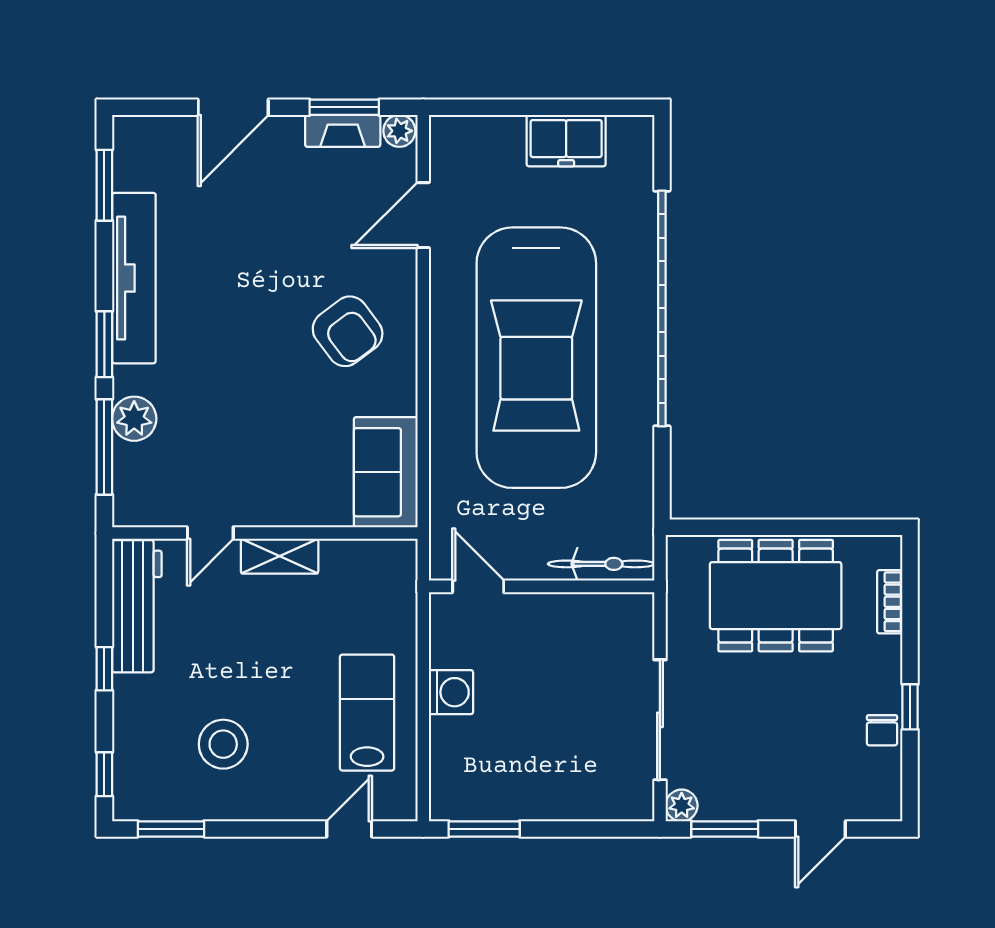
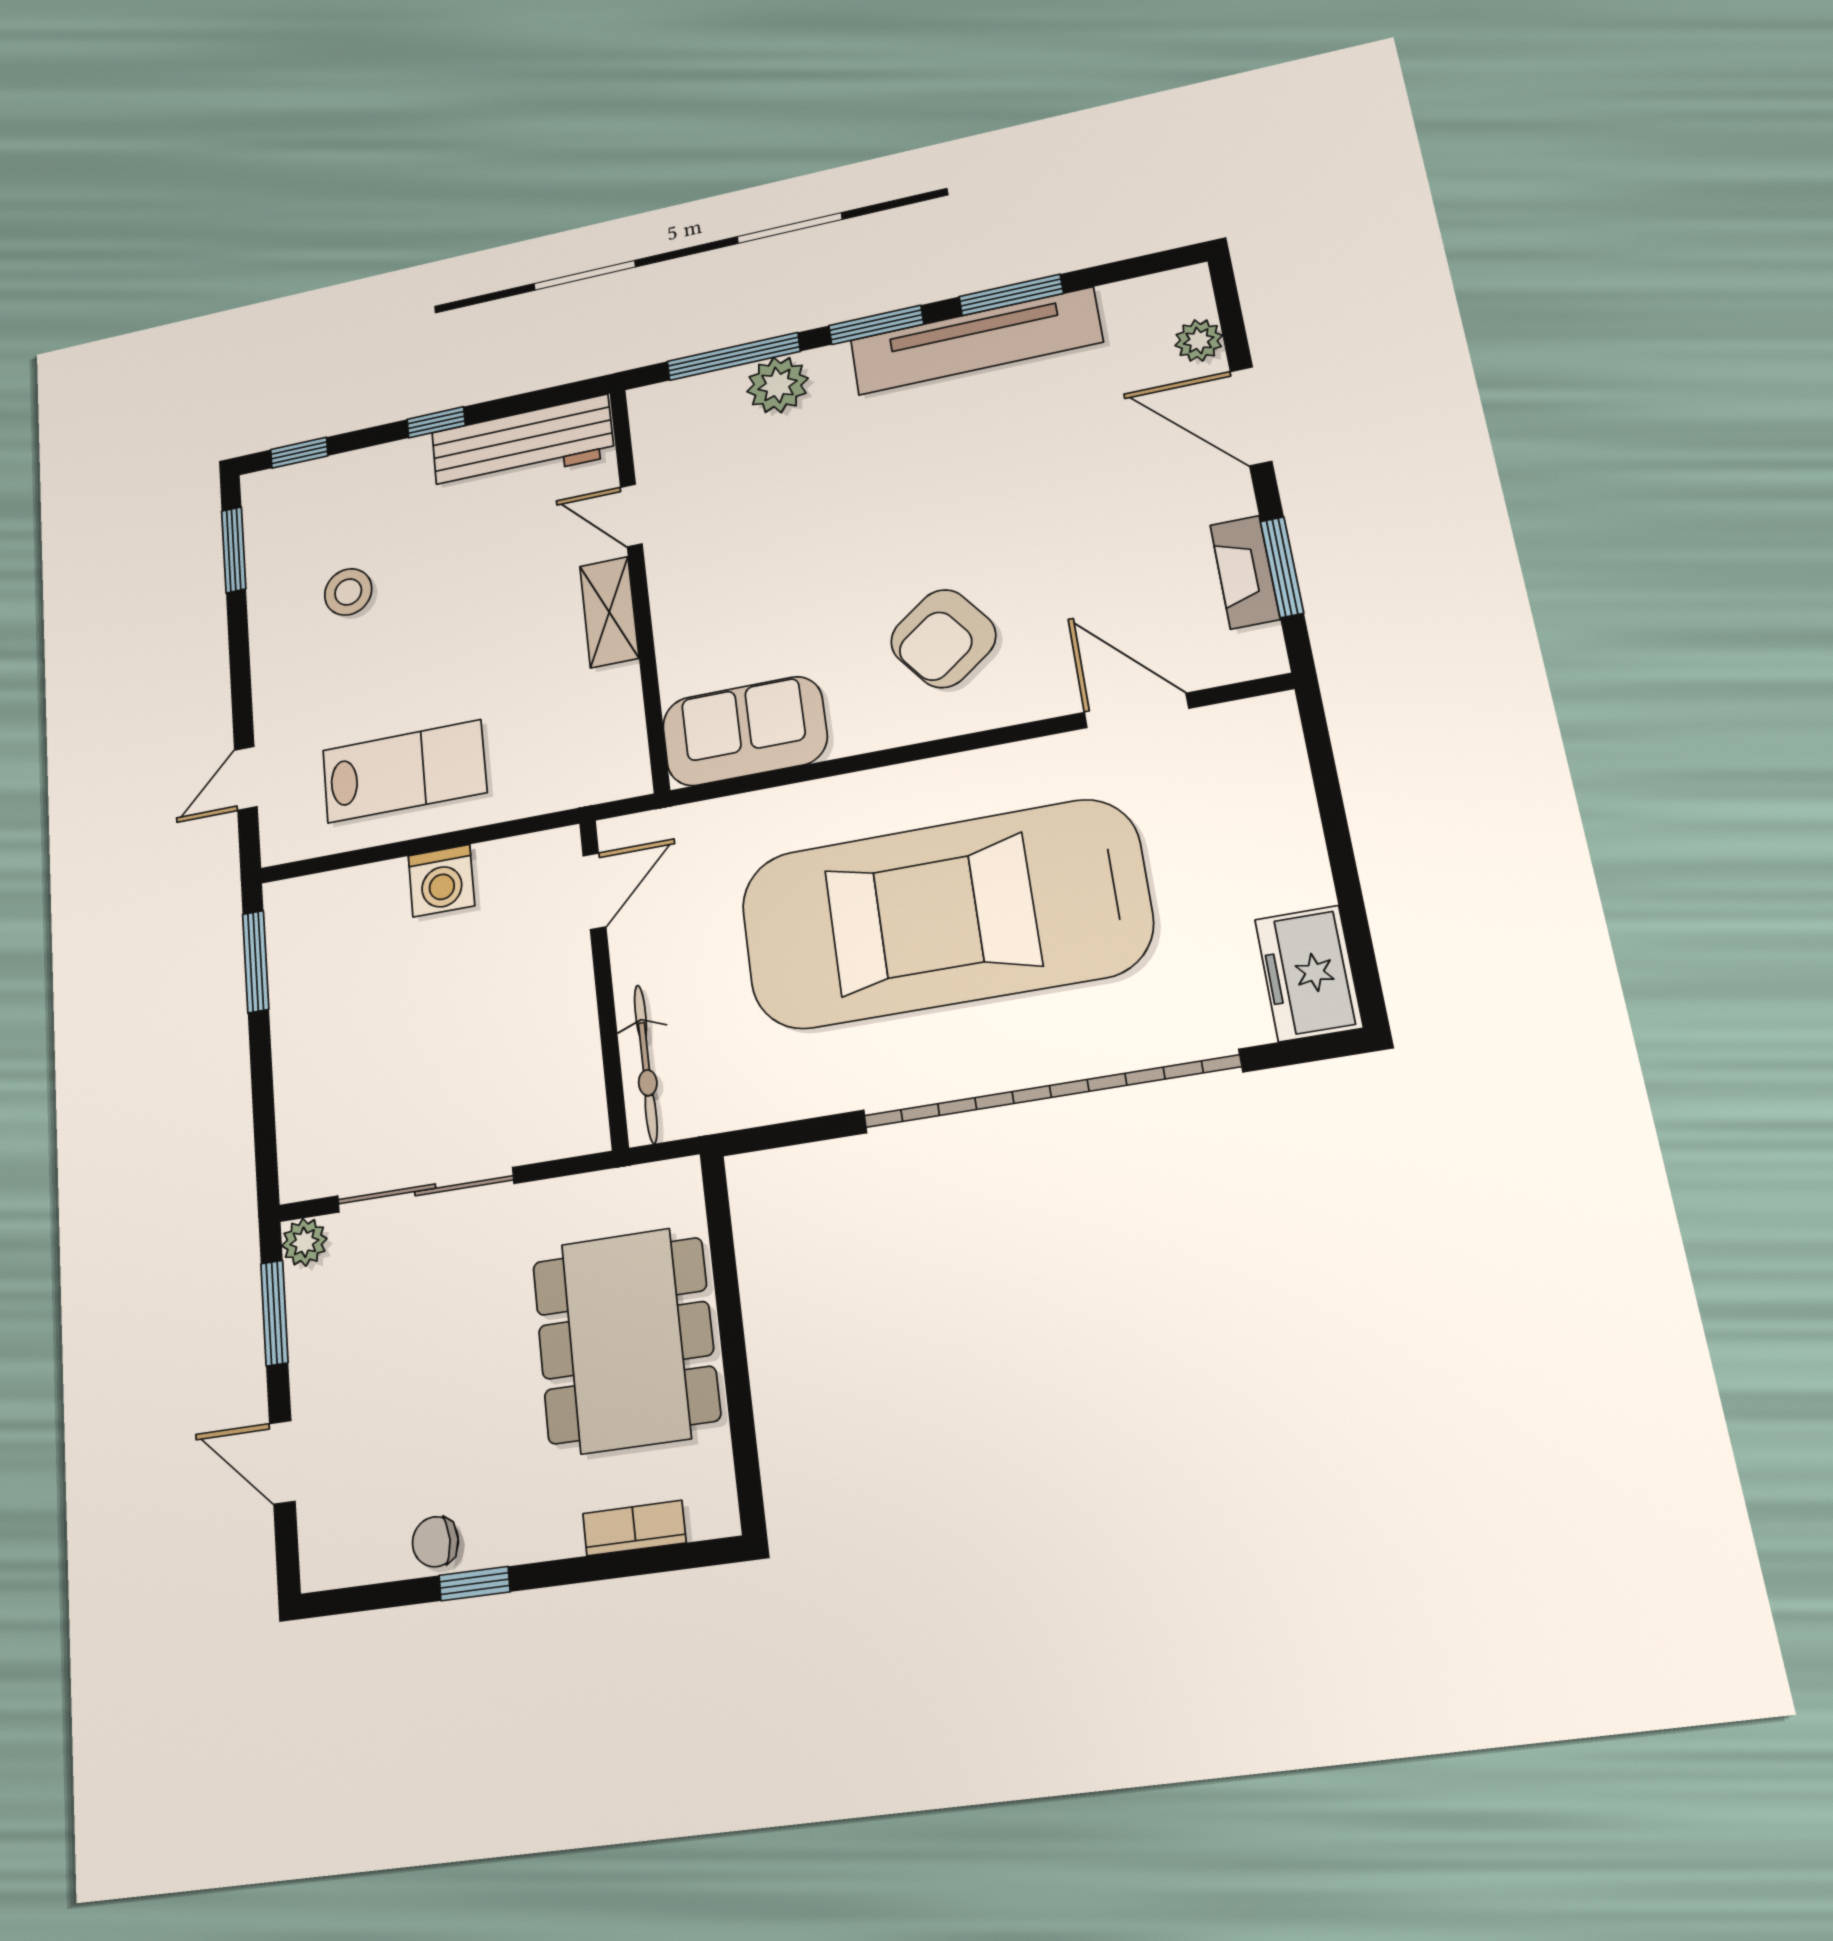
plant: (399, 131) -> (1199, 340), moved
freezer: (566, 141) -> (1309, 973), moved
window: (104, 185) -> (1011, 295), moved
stool: (223, 744) -> (348, 592), width x0.73, depth x0.73
door: (349, 829) -> (246, 778), swing flipped

